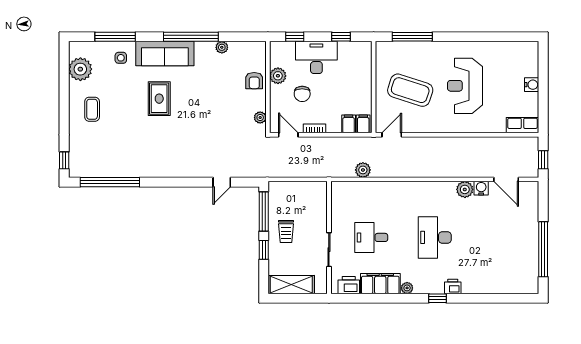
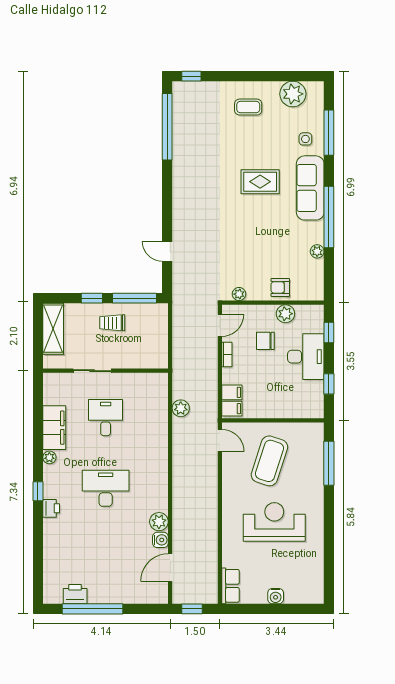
printer: (349, 285) -> (75, 594), moved, turned -90

